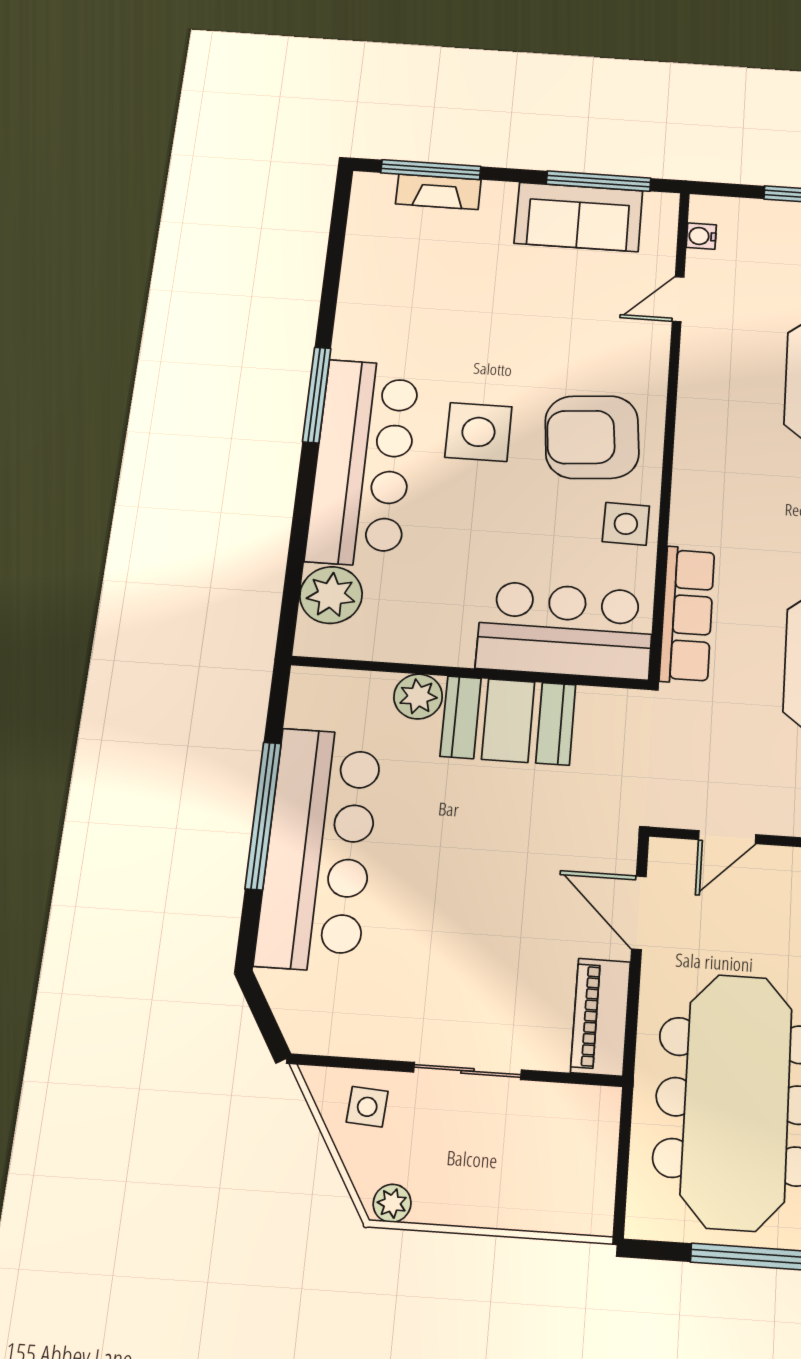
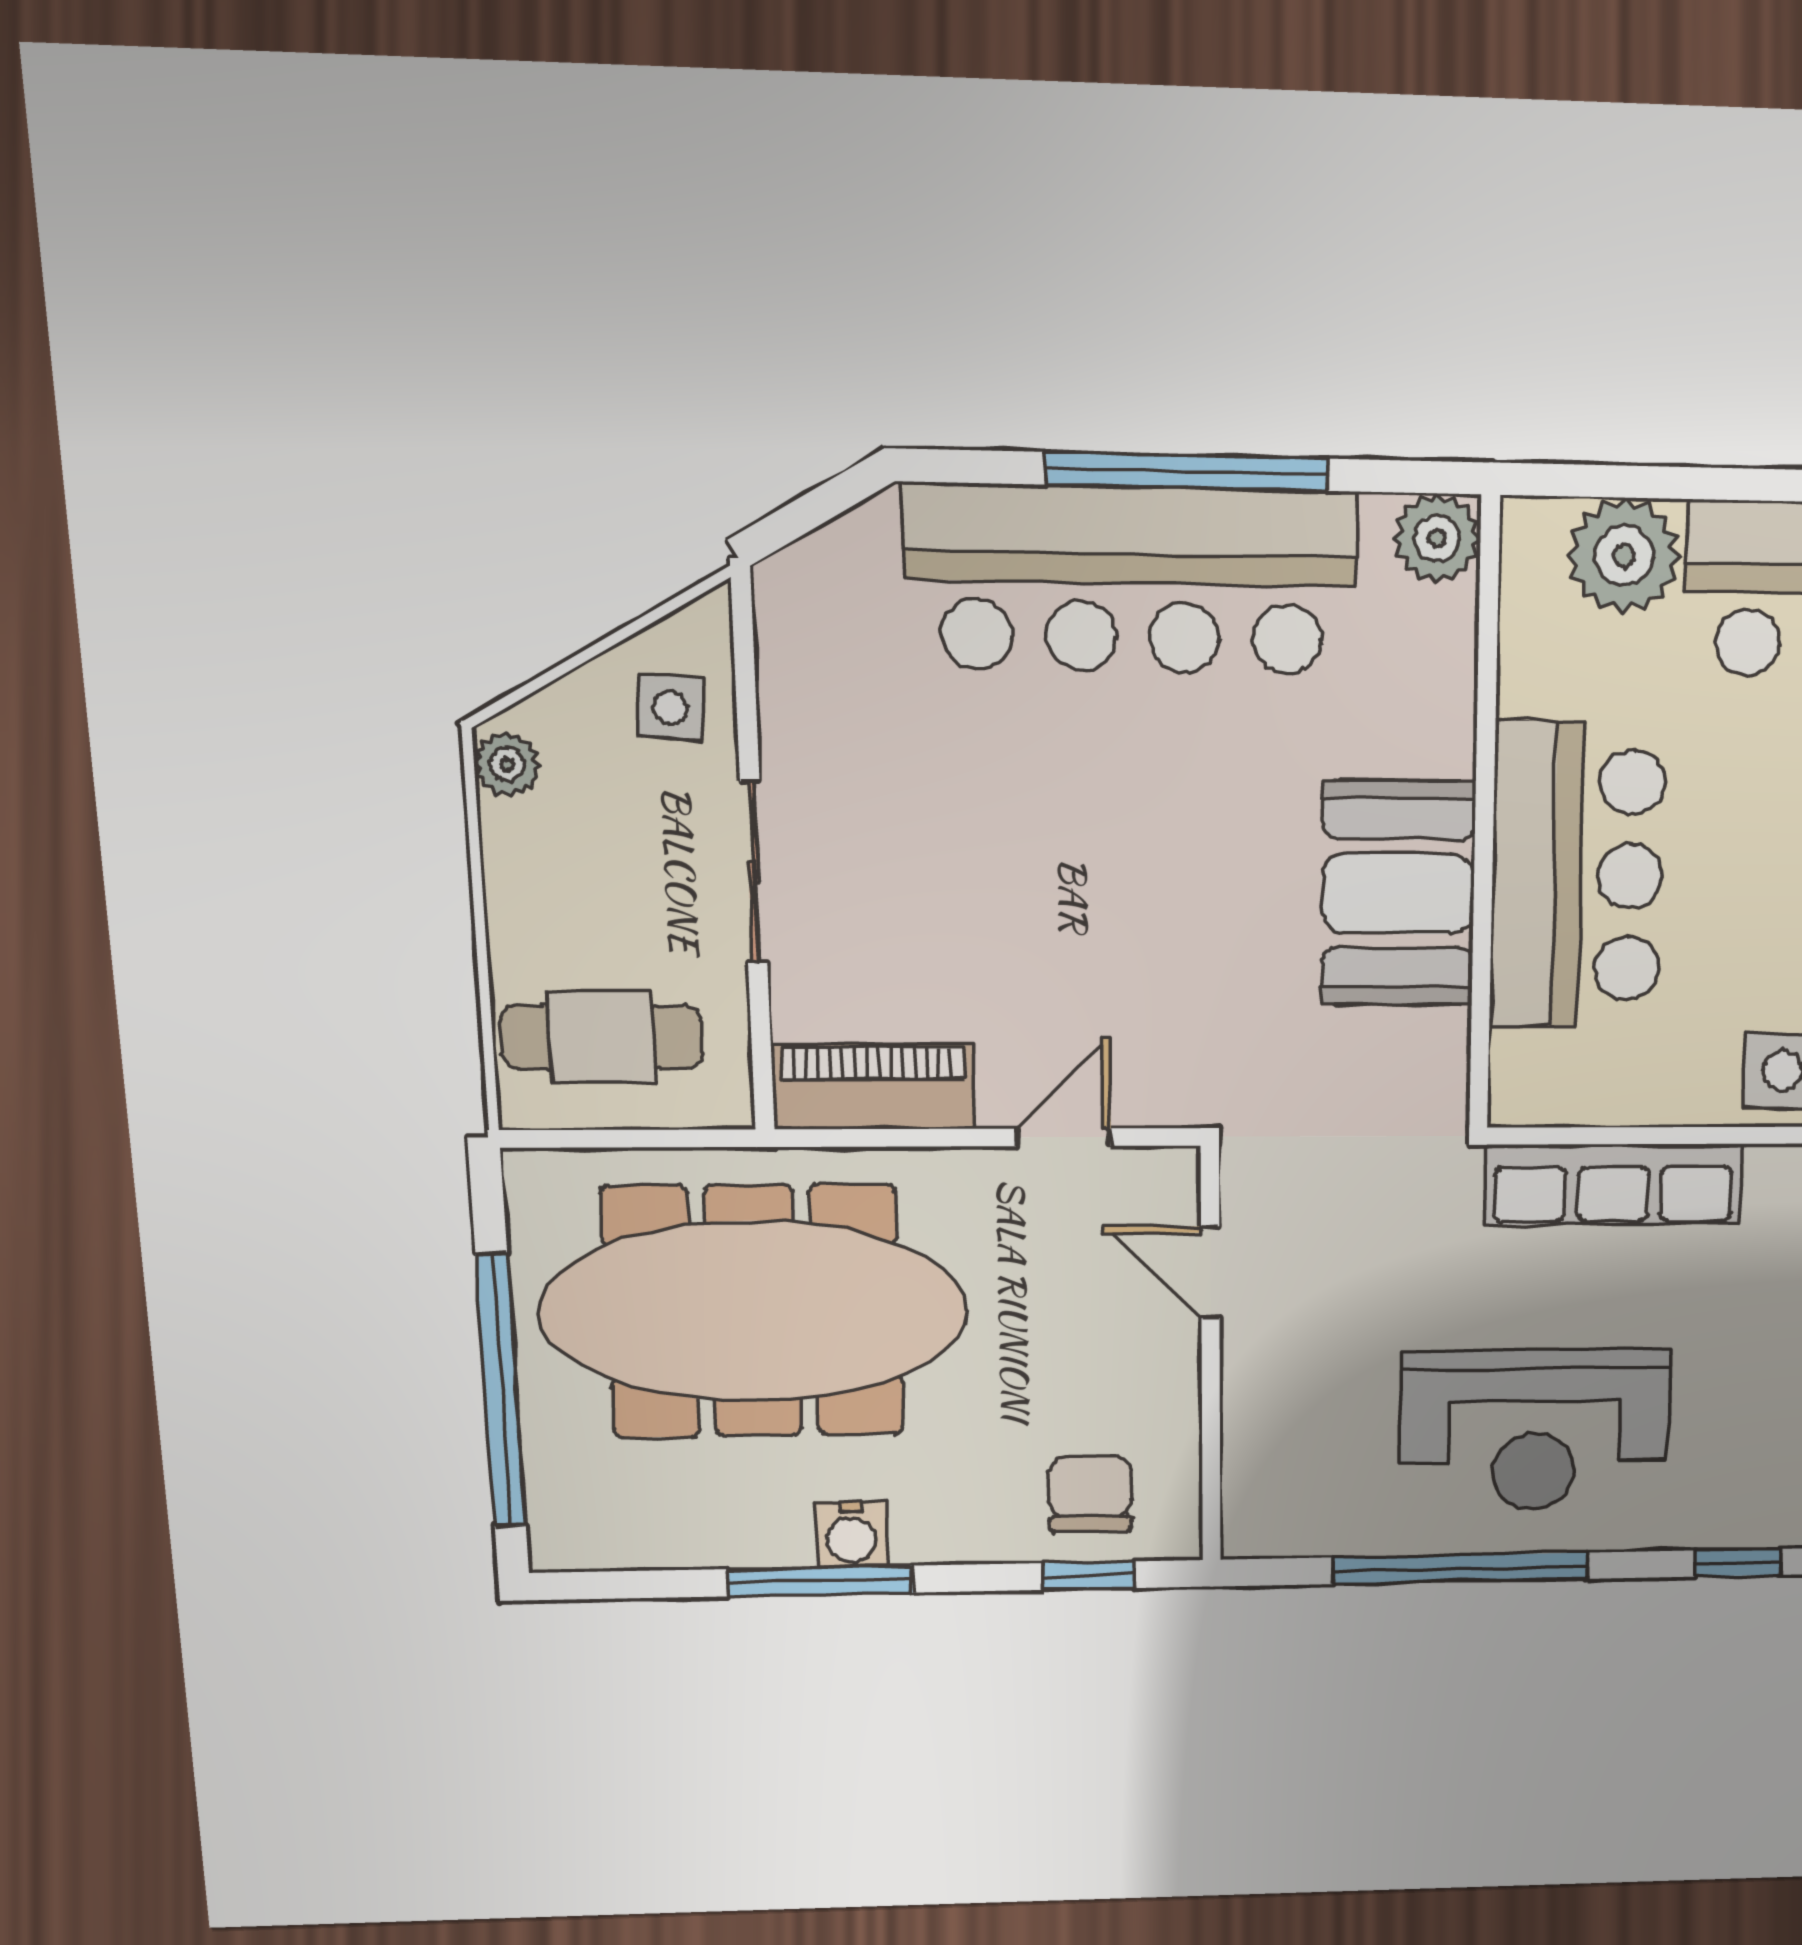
bar counter: (565, 630) -> (1577, 876), moved
plant: (418, 696) -> (1437, 538), moved
door: (639, 913) -> (1063, 1137), width x0.73
cafe table: (559, 1170) -> (602, 1037), added

